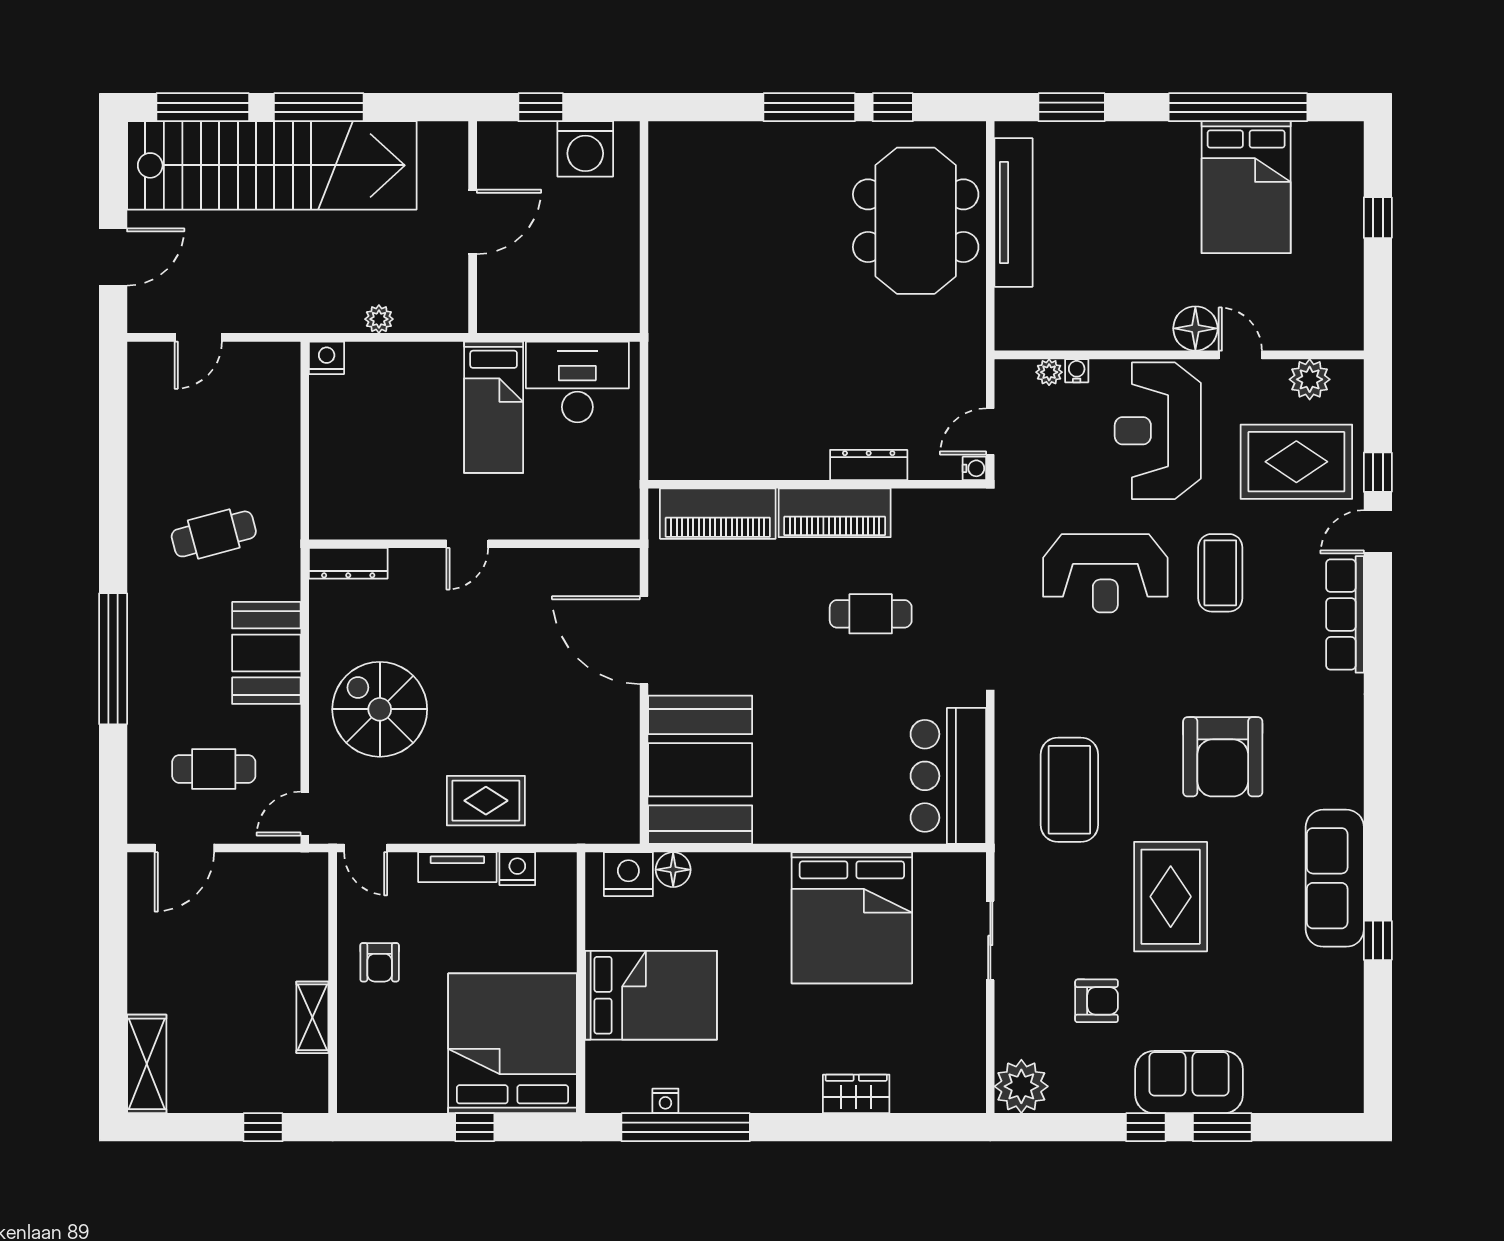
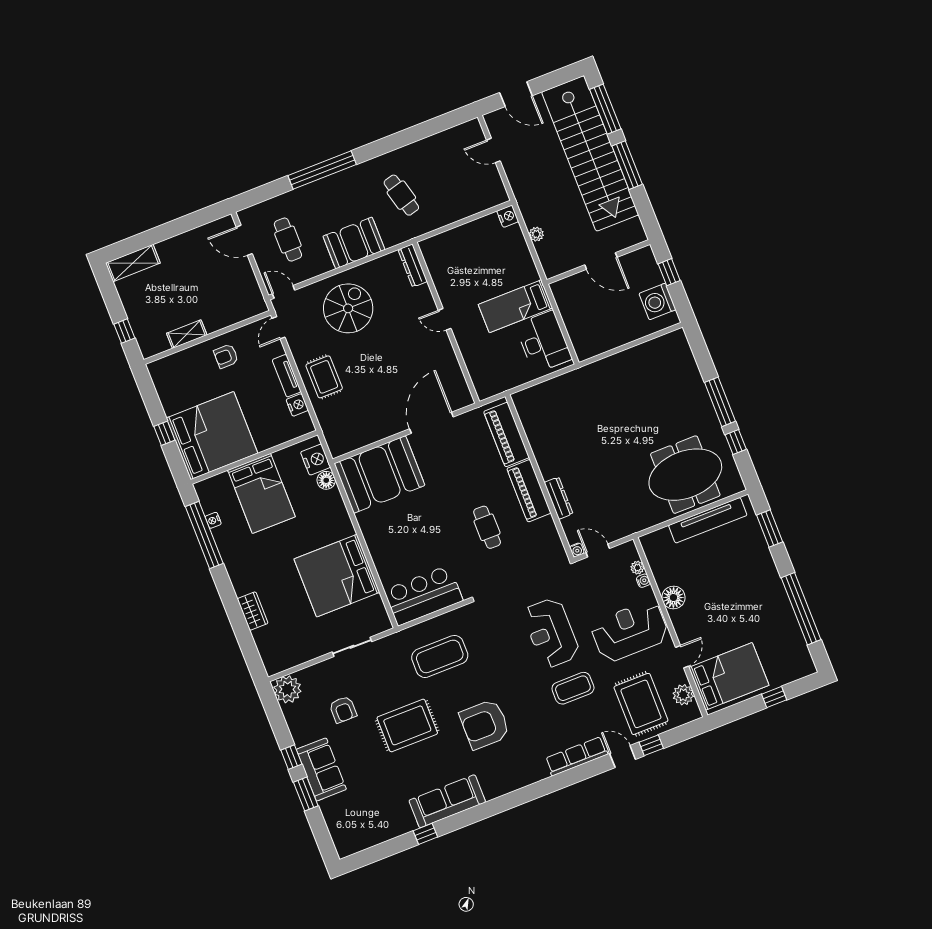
bed: (1246, 187) -> (729, 676), moved, turned 180
floor lamp: (1195, 328) -> (673, 598), moved

